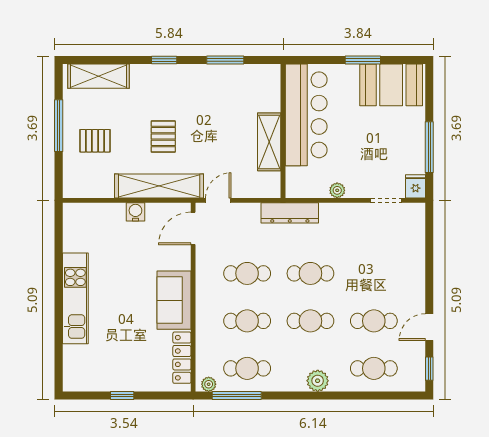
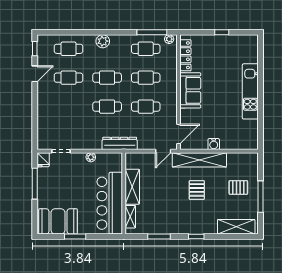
shelving: (272, 93) -> (130, 217), added

